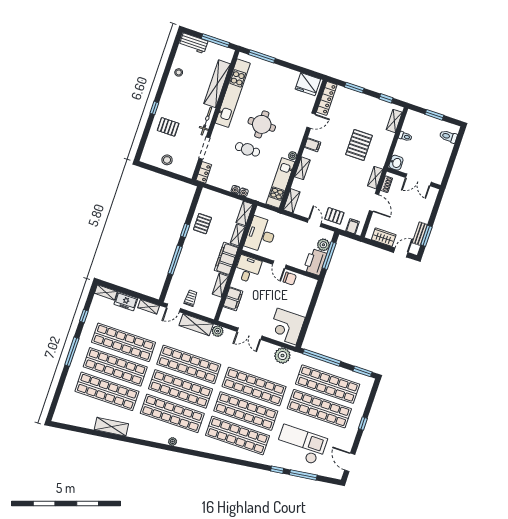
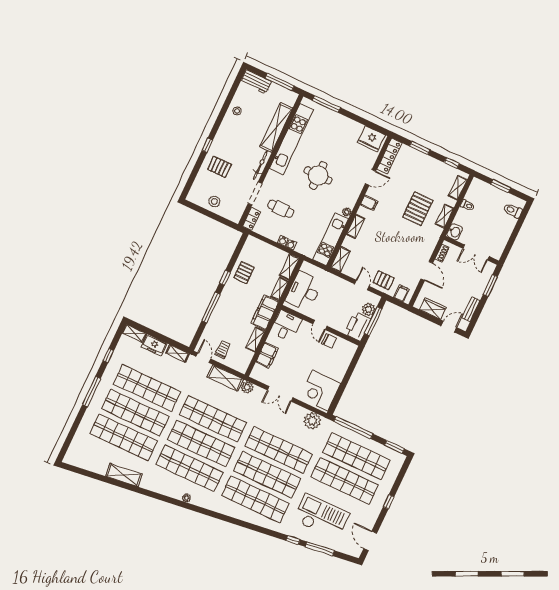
cafe table: (247, 149) -> (281, 209), moved
shelving: (375, 178) -> (444, 216), moved
window: (426, 236) -> (490, 286), moved
door: (173, 308) -> (203, 358), swing flipped

